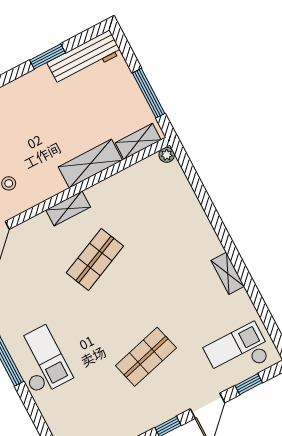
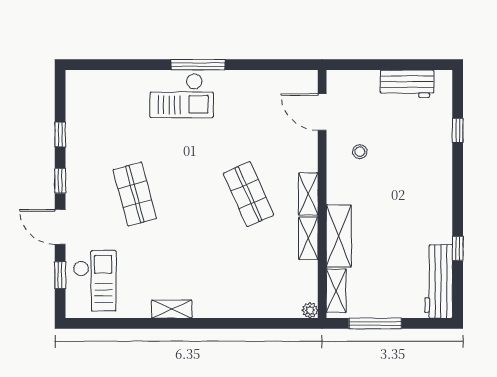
window: (47, 56) -> (458, 248), width x0.67
shelving: (106, 189) -> (308, 238), added

